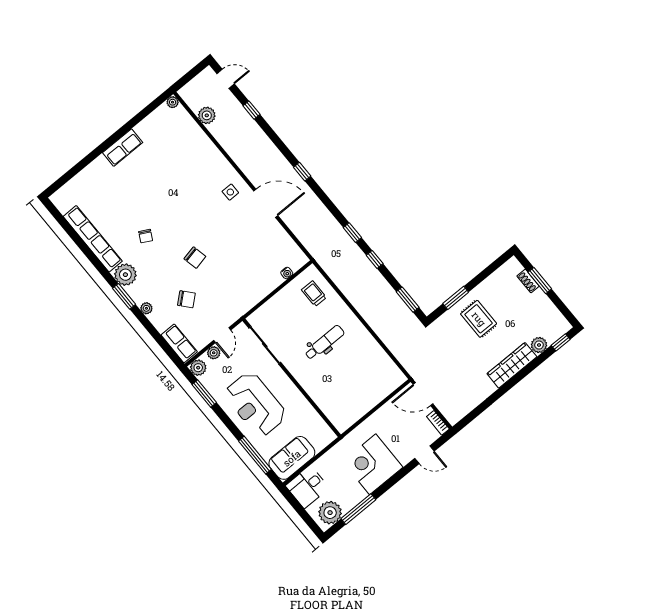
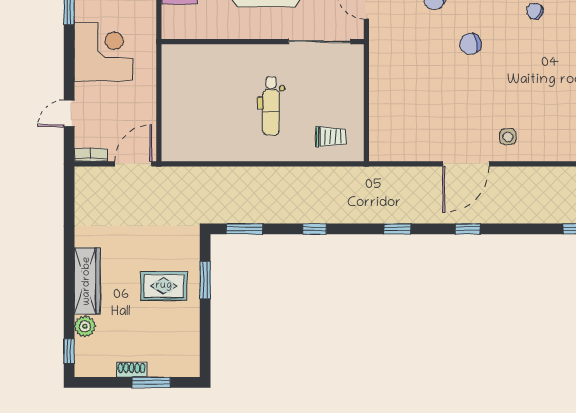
window: (352, 233) -> (397, 229), moved
water cooler: (287, 273) -> (376, 126), removed
shoe rack: (528, 281) -> (132, 370), moved

